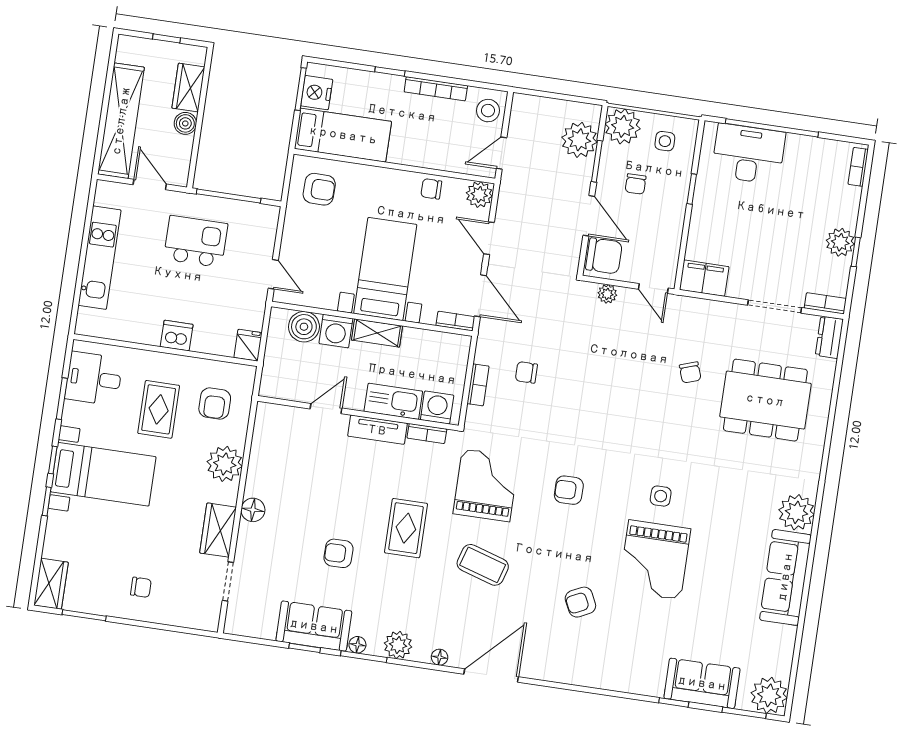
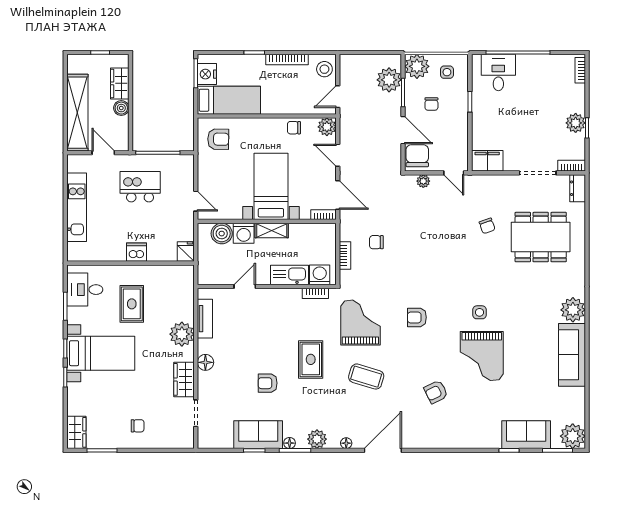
desk: (748, 154) -> (498, 72), width x0.73
chair: (604, 256) -> (417, 156), turned -90
armchair: (215, 404) -> (169, 294), removed
tv unit: (377, 430) -> (205, 319), moved, turned -90

